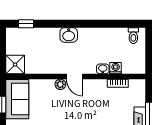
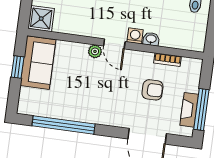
washing machine: (116, 68) -> (135, 36), moved
armchair: (109, 108) -> (152, 90), added

